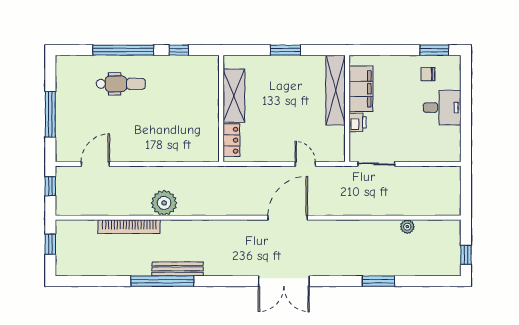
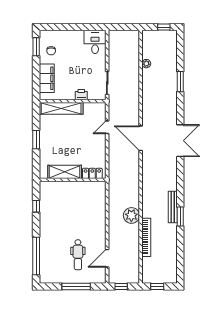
window: (123, 50) -> (36, 256), moved
dental chair: (121, 84) -> (78, 255), moved, turned 180
filing cabinet: (361, 89) -> (47, 78), moved, turned 90
desk: (442, 108) -> (95, 42), moved
door: (95, 164) -> (107, 258), hinge flipped
window: (162, 281) -> (180, 217), width x0.47

